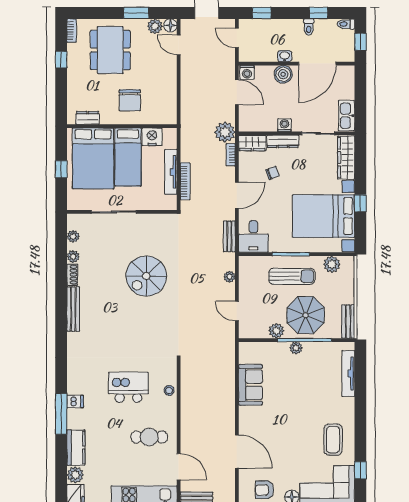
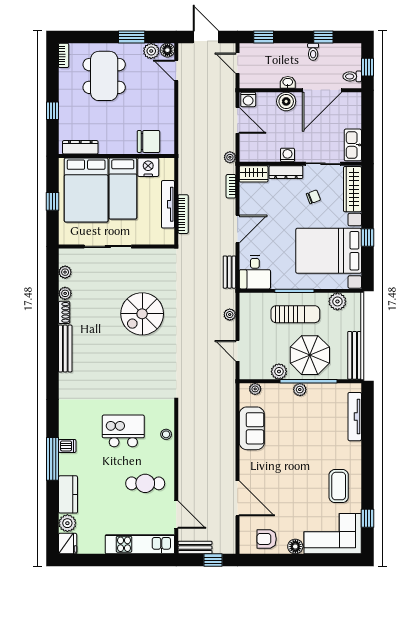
toilet: (346, 24) -> (352, 76), moved
window: (61, 60) -> (53, 111), moved
chair: (130, 100) -> (149, 141), moved, turned -90
dresser: (88, 118) -> (80, 147), width x1.44
plant: (225, 132) -> (230, 157), width x0.53, depth x0.53
chair: (273, 173) -> (313, 197), moved
bench: (348, 322) -> (355, 355), width x1.36
plant: (254, 347) -> (255, 389), added

